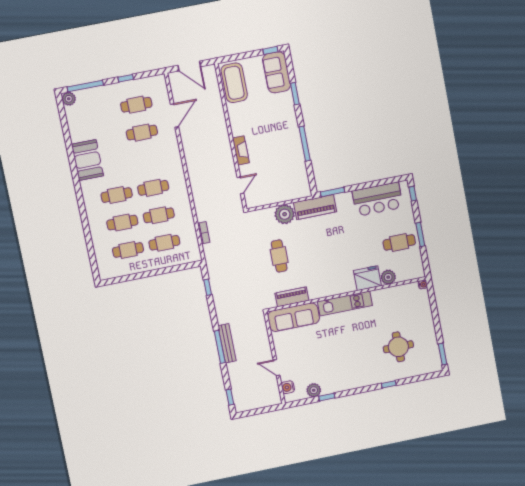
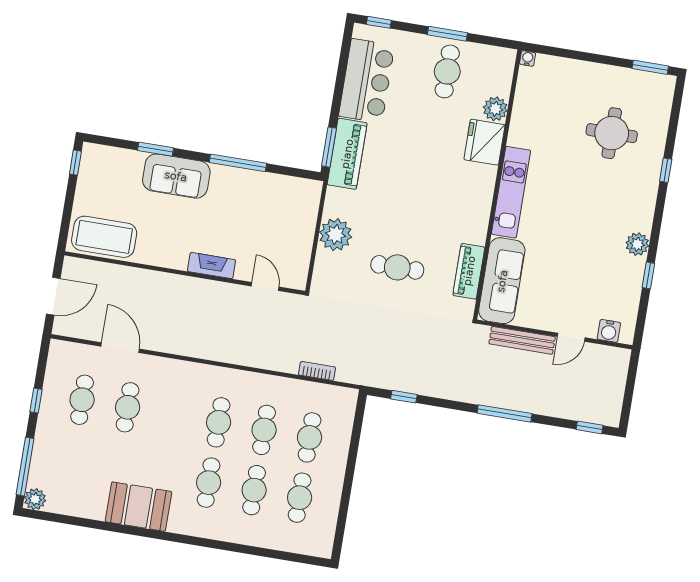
sofa: (277, 72) -> (176, 176), moved
piano: (315, 207) -> (347, 154), moved
bench: (227, 343) -> (522, 340), moved
plant: (314, 390) -> (637, 244), moved

